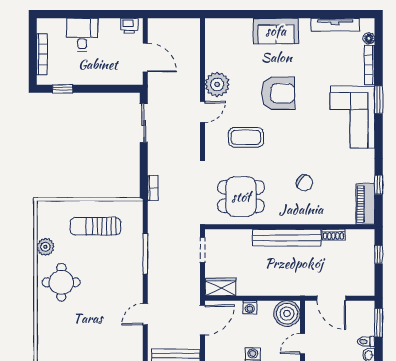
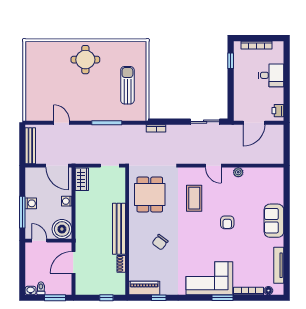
plant: (217, 84) -> (238, 172), width x0.53, depth x0.53
armchair: (278, 93) -> (227, 222), width x0.53, depth x0.53
plant: (45, 247) -> (112, 48), removed

